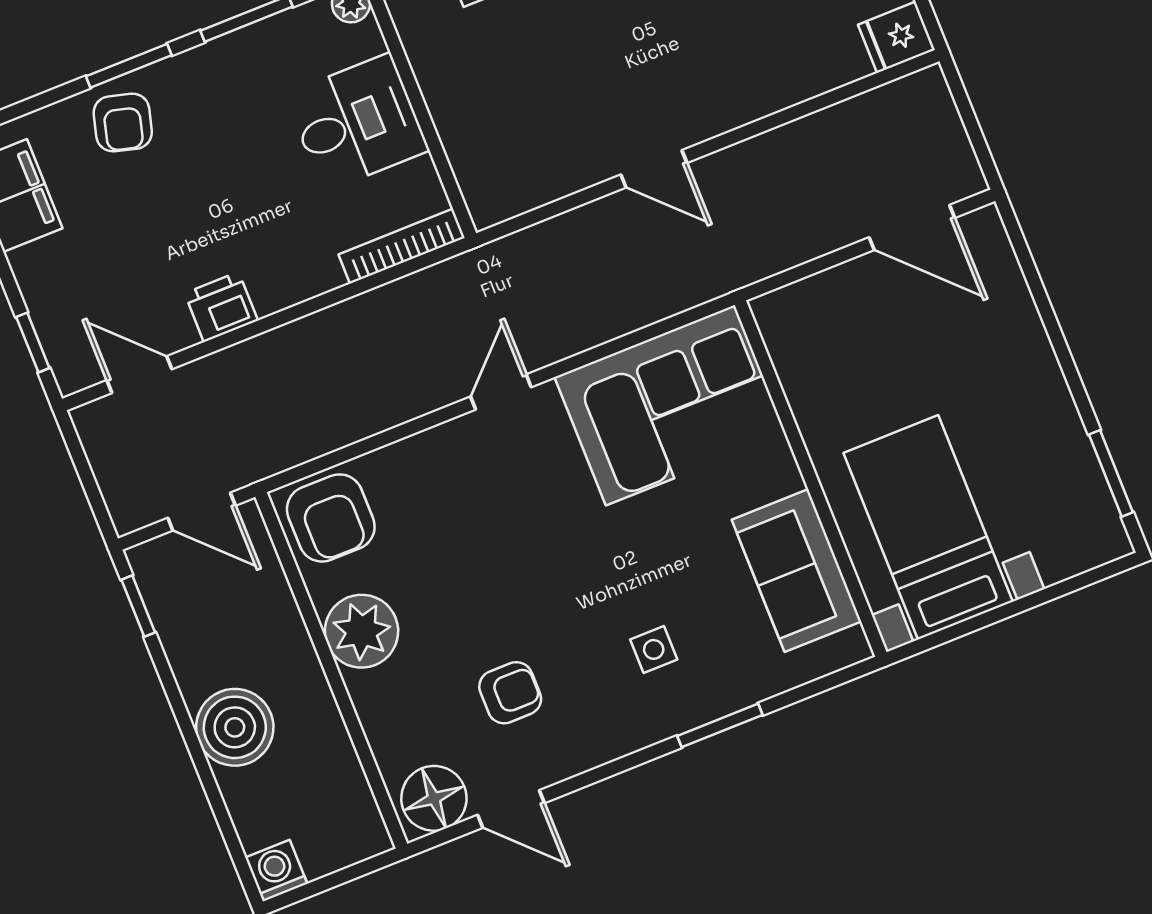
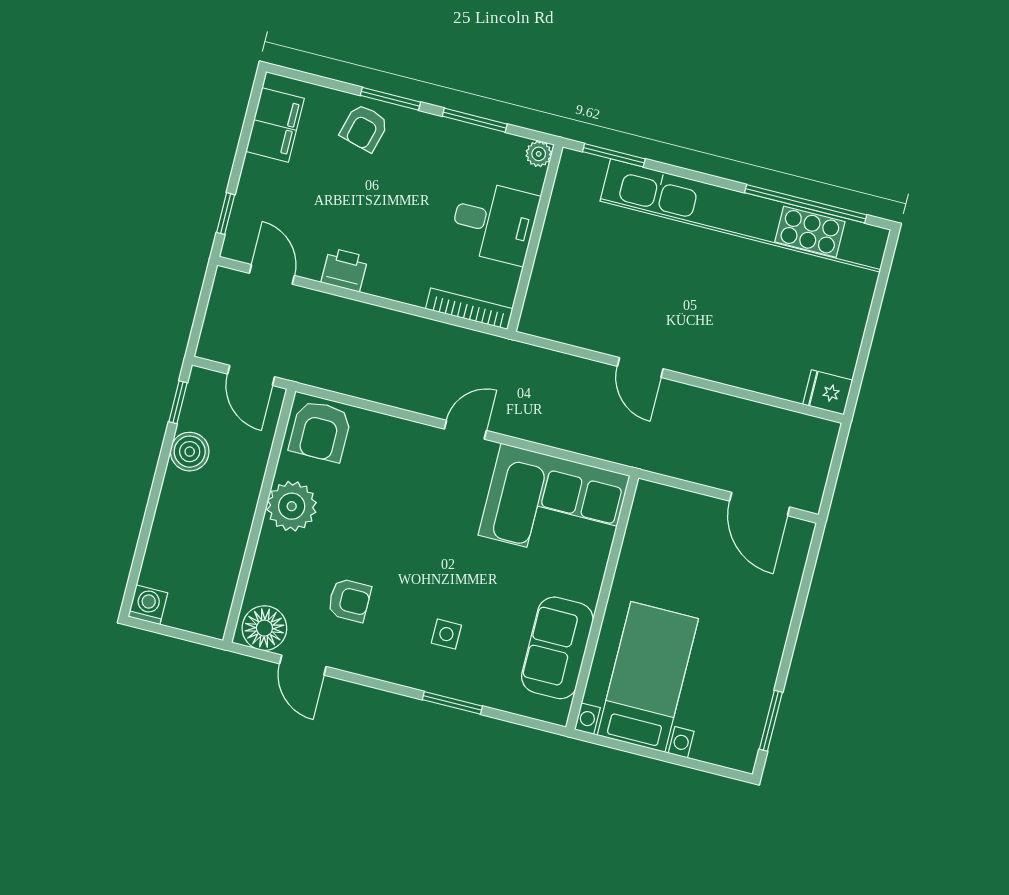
boiler: (235, 727) -> (190, 452), moved, width x0.73, depth x0.73

